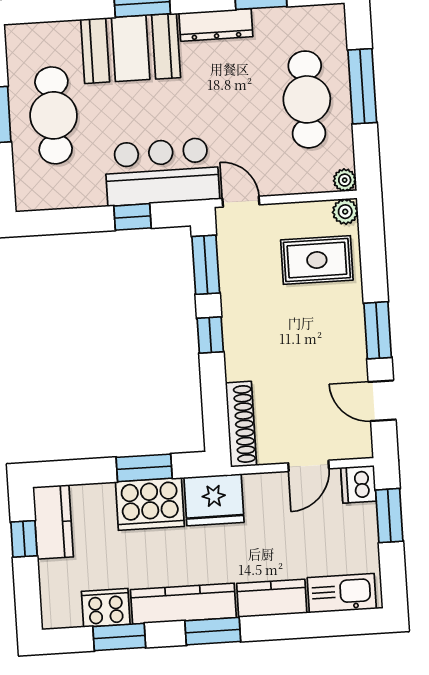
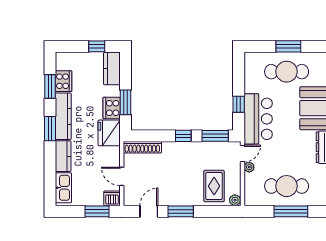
plant: (345, 180) -> (249, 167), moved
cooker: (150, 504) -> (112, 108), width x0.73, depth x0.76
kitchen counter: (53, 522) -> (112, 69), moved, turned 90

